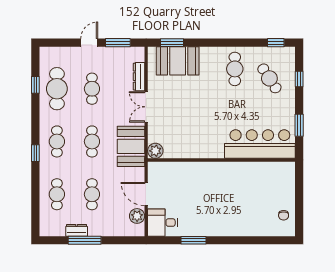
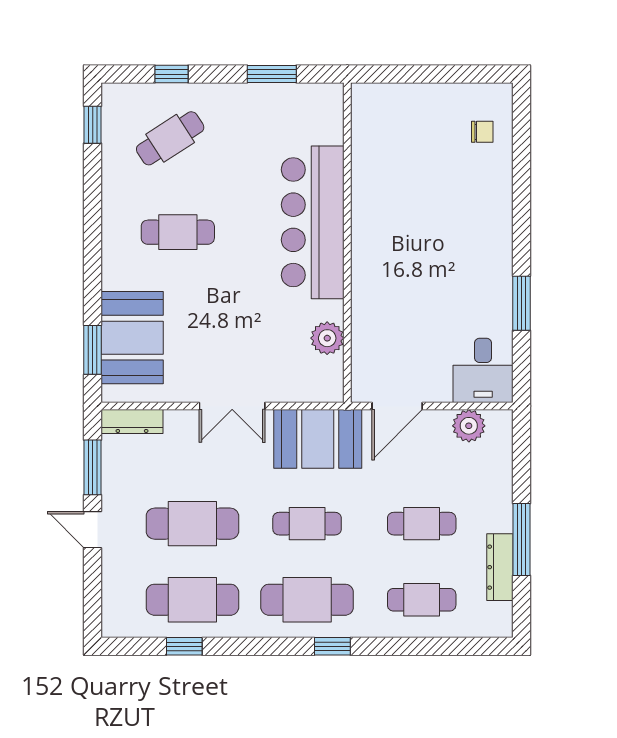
cafe table: (235, 69) -> (178, 232), moved
dresser: (139, 77) -> (132, 422), moved
cafe table: (92, 89) -> (192, 524), width x1.37, depth x1.35
cafe table: (57, 141) -> (307, 600), width x1.37, depth x1.35
bar counter: (260, 144) -> (313, 222), moved
plant: (155, 151) -> (327, 338), moved
door: (146, 194) -> (397, 406), moved
chair: (284, 215) -> (482, 132), moved
dresser: (77, 230) -> (500, 567), width x1.44

